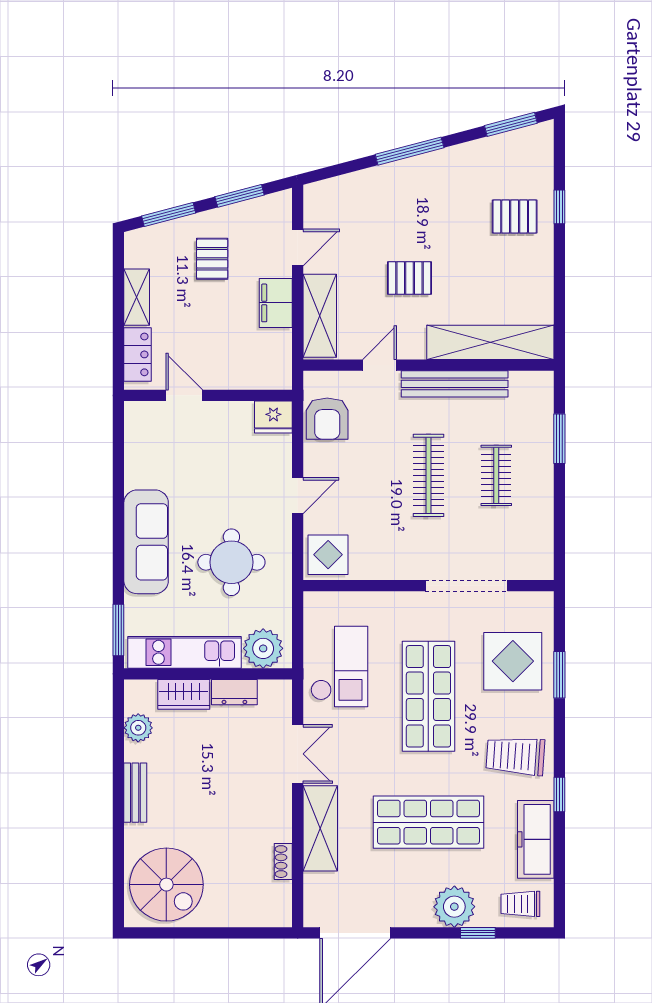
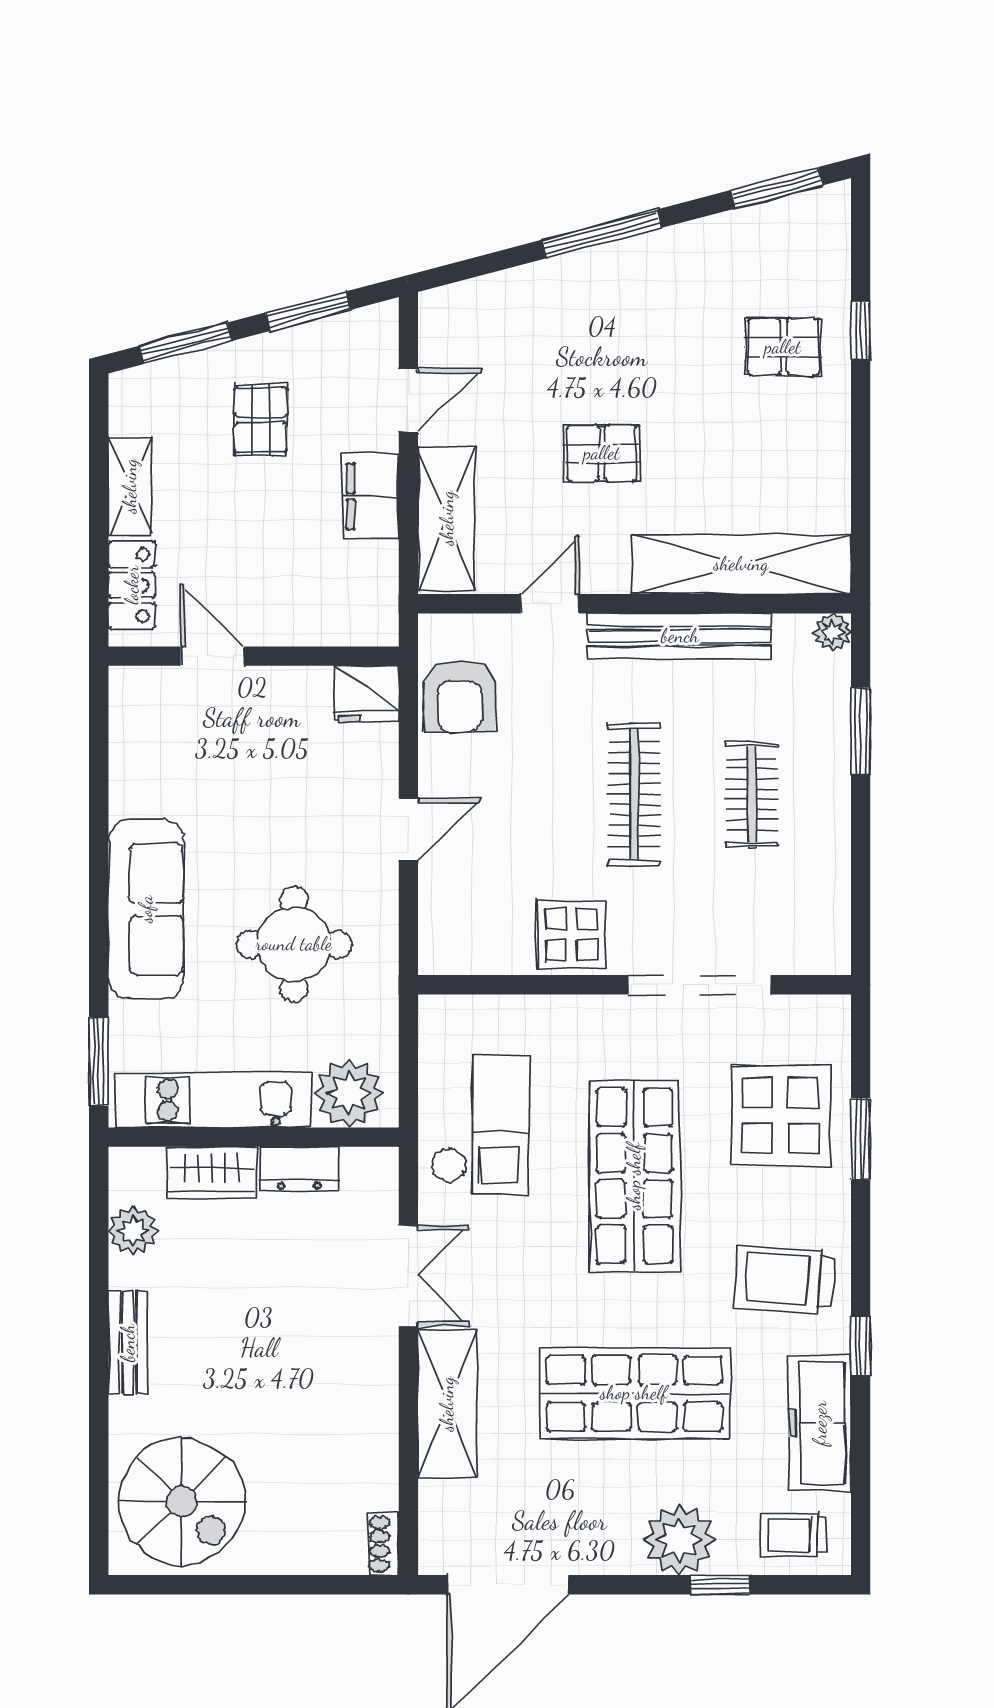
plant: (543, 381) -> (832, 632), added
display table: (328, 555) -> (572, 934), moved
shoe rack: (283, 862) -> (384, 1544), moved

